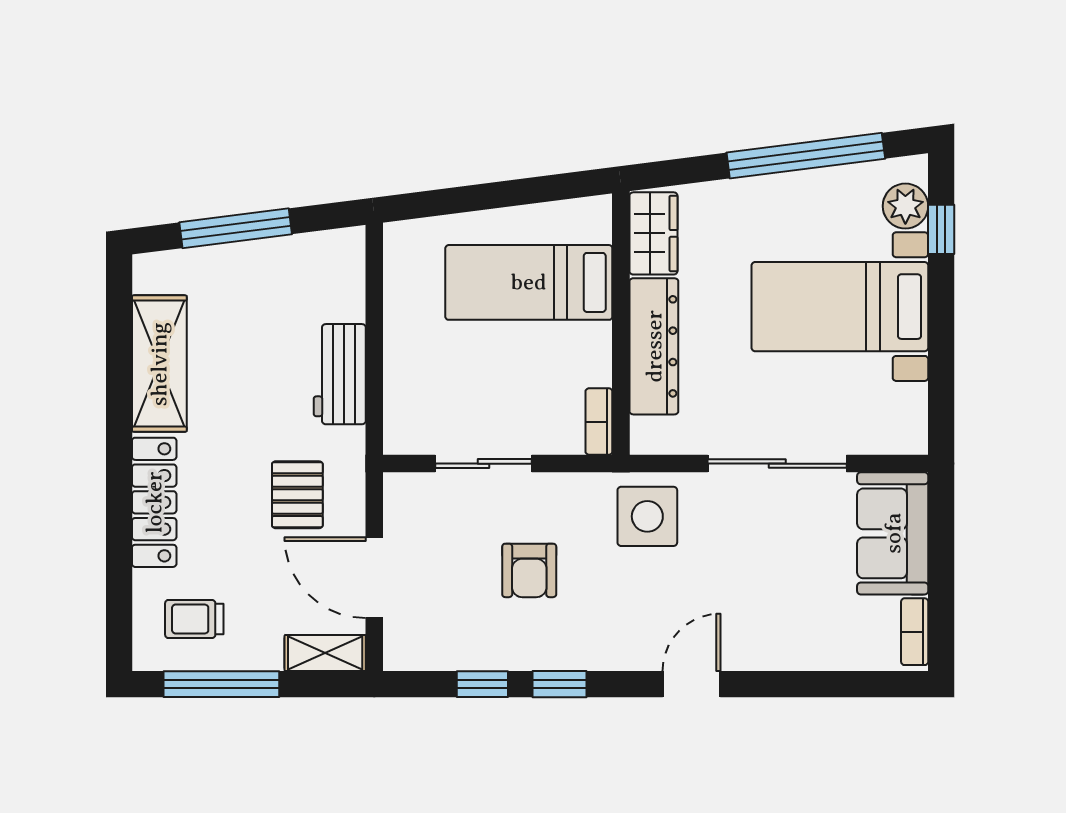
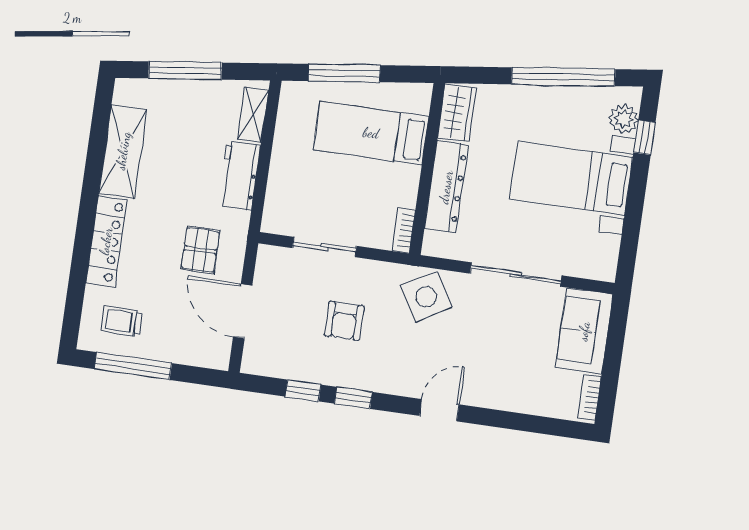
window: (475, 198) -> (344, 73), added
side table: (647, 516) -> (426, 297), turned -30
shelving: (325, 653) -> (253, 115), moved, turned 90

